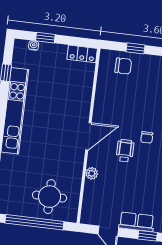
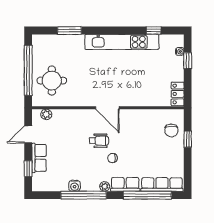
plant: (92, 173) -> (46, 114), moved

